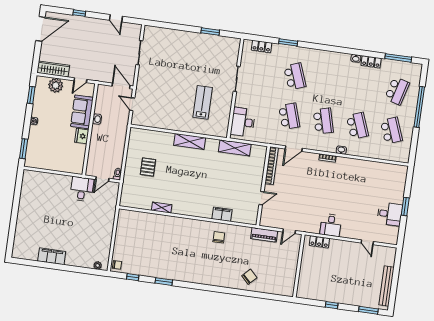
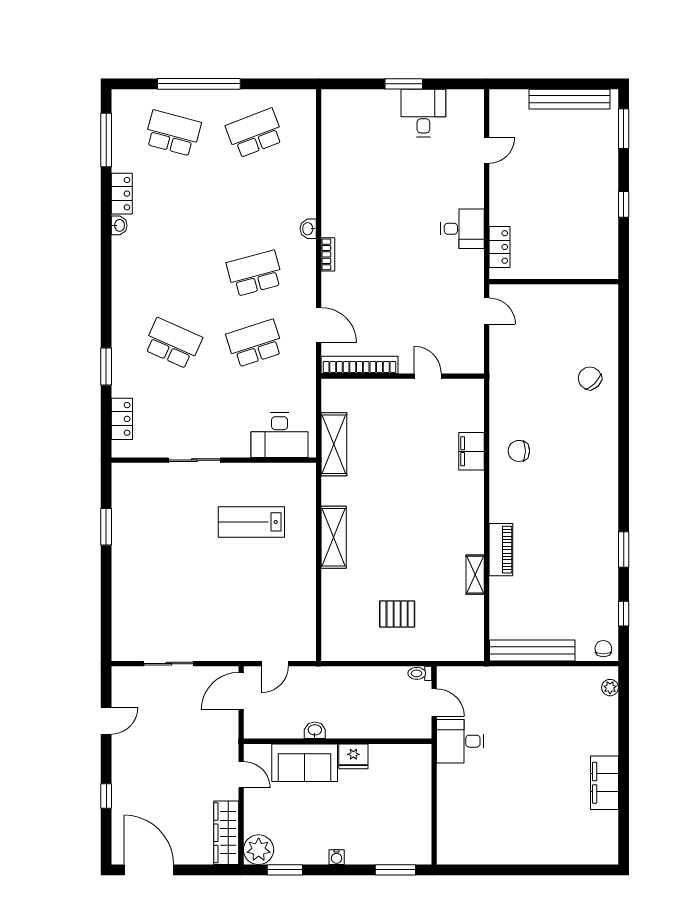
school desk: (295, 76) -> (173, 343), turned 45
plant: (56, 85) -> (259, 850), moved
school desk: (357, 126) -> (255, 203), removed
bench: (121, 230) -> (532, 650), added
piano: (264, 235) -> (501, 550), moved

